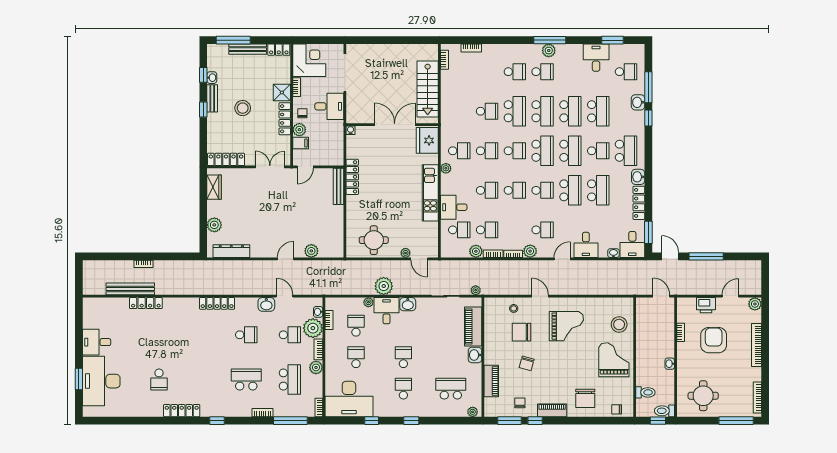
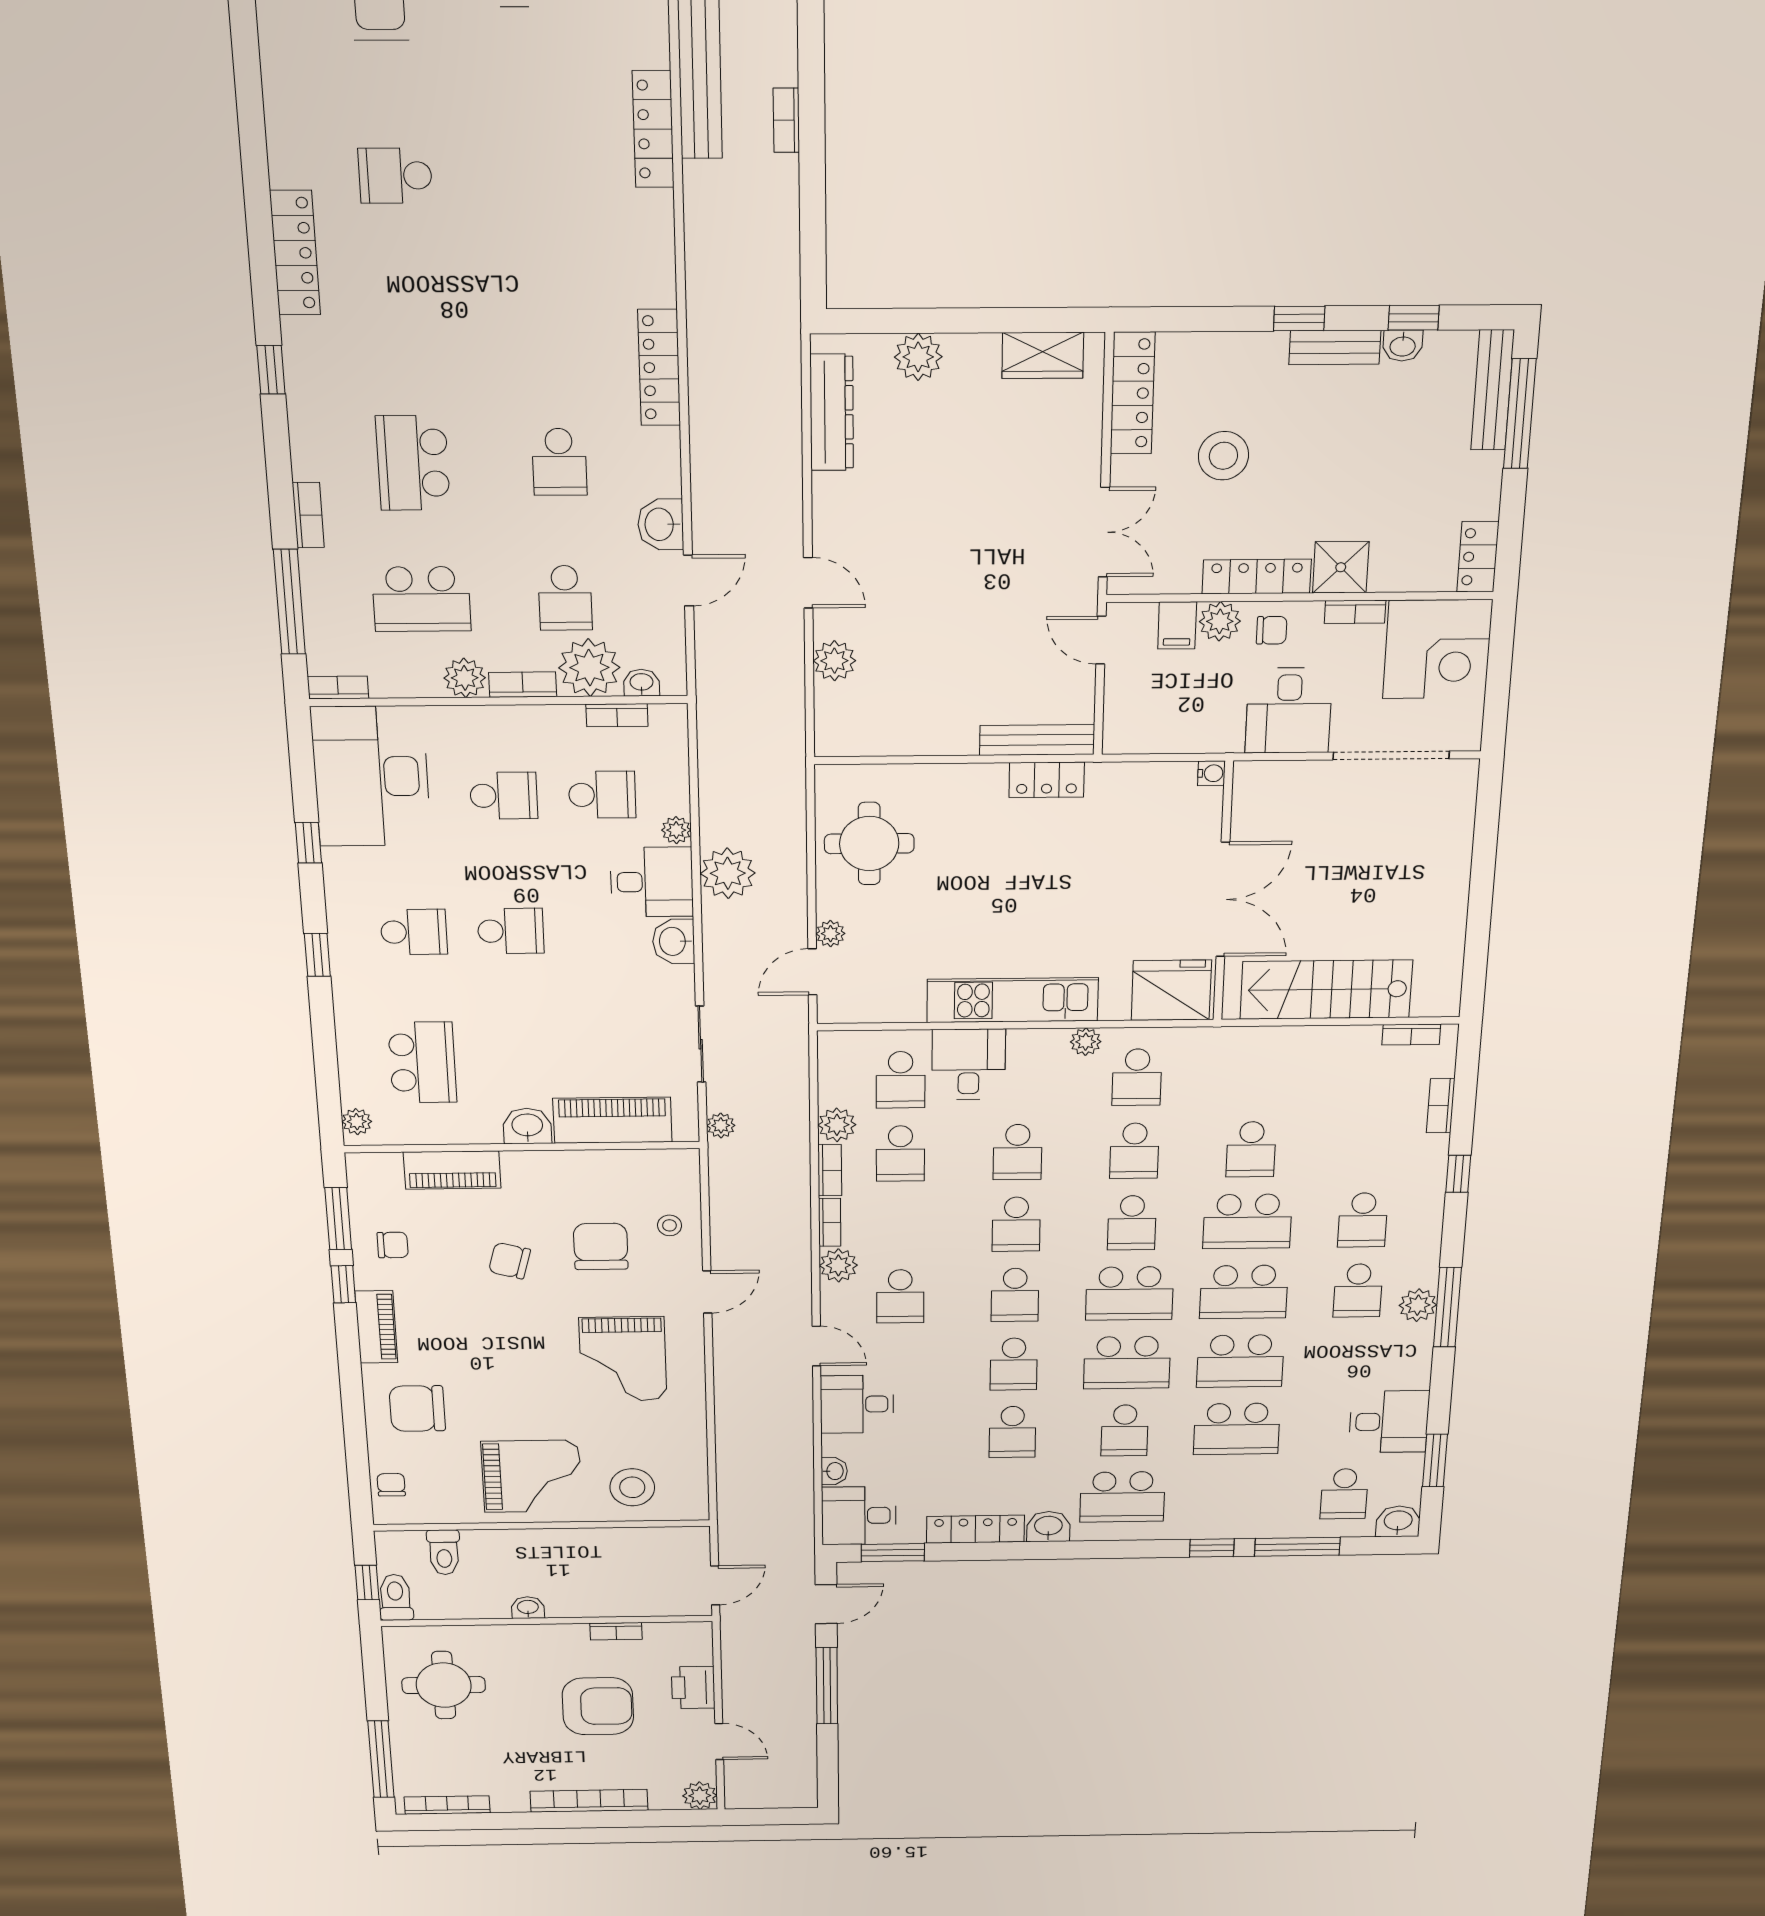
window: (497, 40) -> (1458, 1174), added
bench: (248, 49) -> (1493, 390), moved
washbasin: (638, 102) -> (1398, 1521), moved
stool: (243, 108) -> (1223, 456), moved
locker: (352, 177) -> (1047, 780), width x0.66
school desk: (570, 190) -> (1014, 1364), width x0.54
school desk: (598, 190) -> (1012, 1432), width x0.54
school desk: (246, 379) -> (413, 463), turned 180

